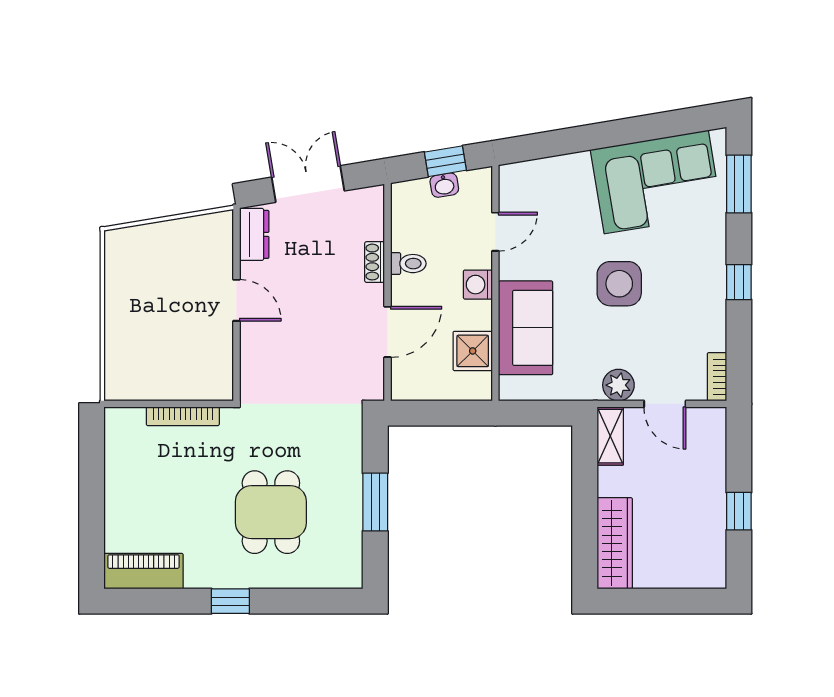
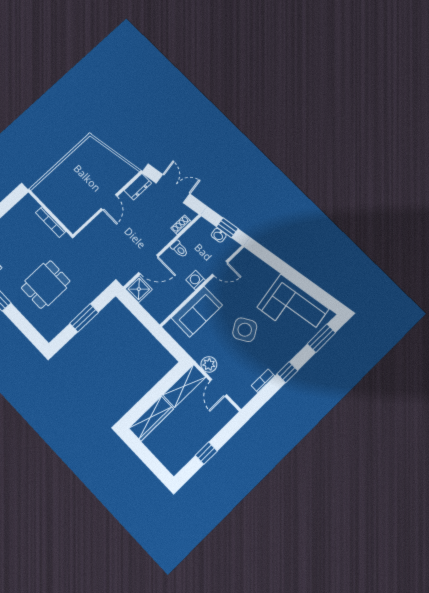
shoe rack: (375, 262) -> (181, 225), moved
side table: (619, 284) -> (245, 330), turned -31
shower: (473, 351) -> (139, 289), moved
bookcase: (717, 377) -> (263, 381), moved
shelving: (610, 436) -> (184, 386), width x1.50, depth x1.33

